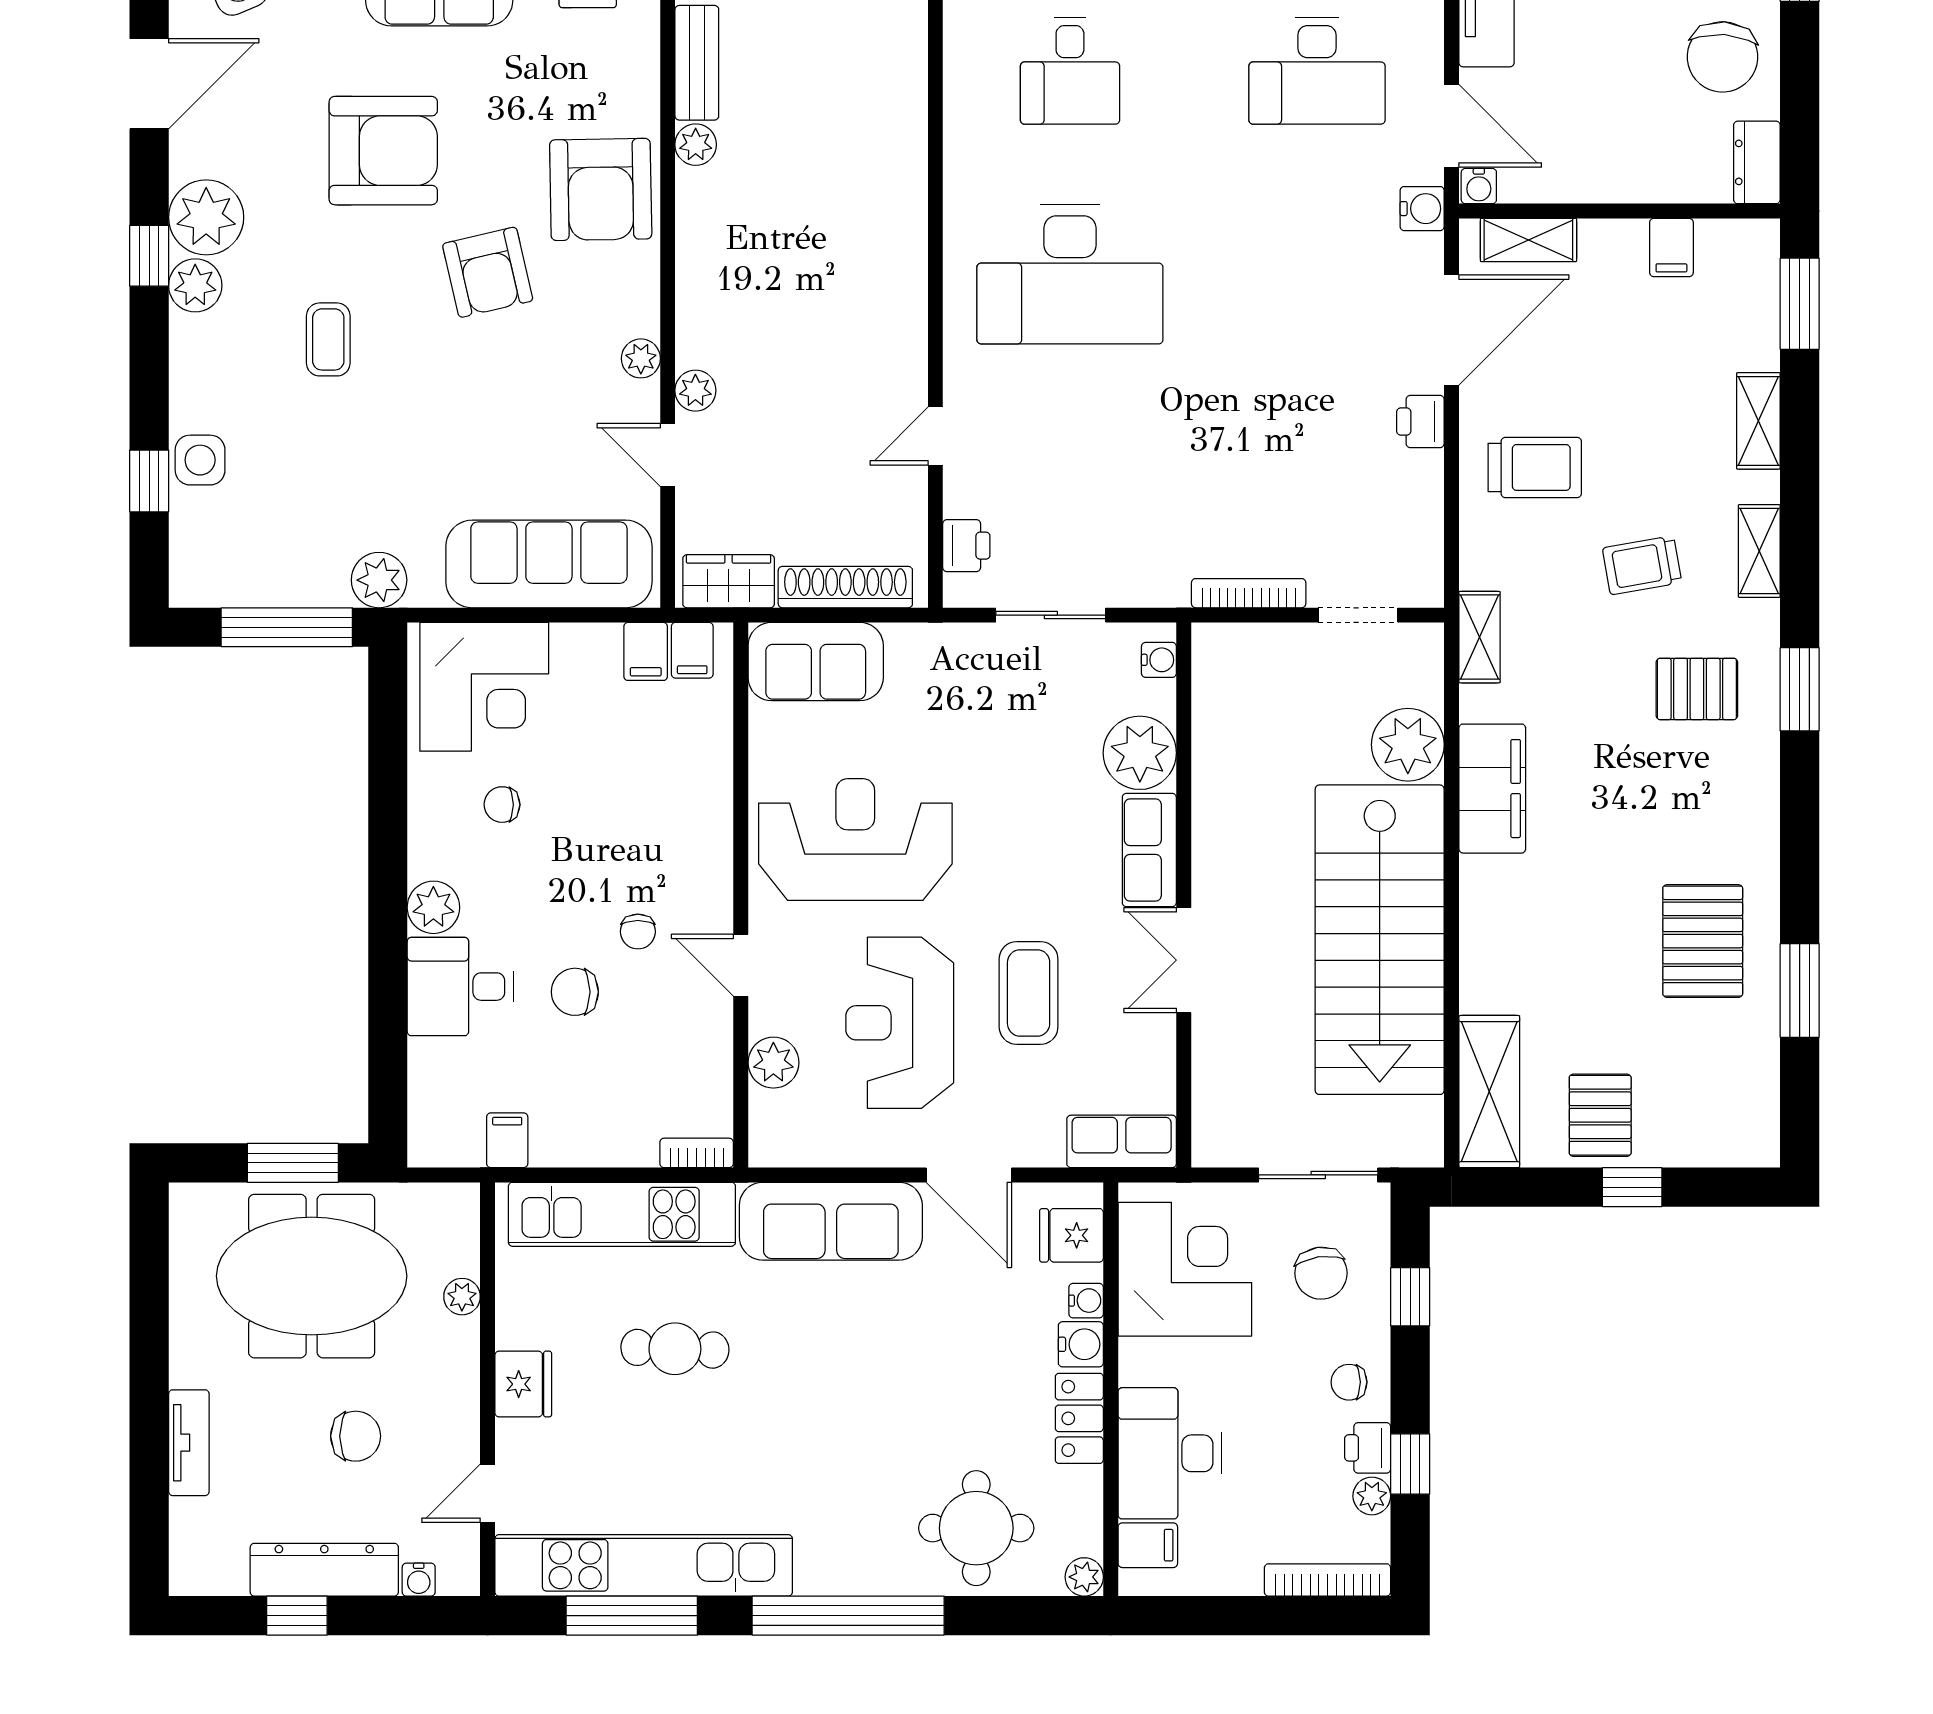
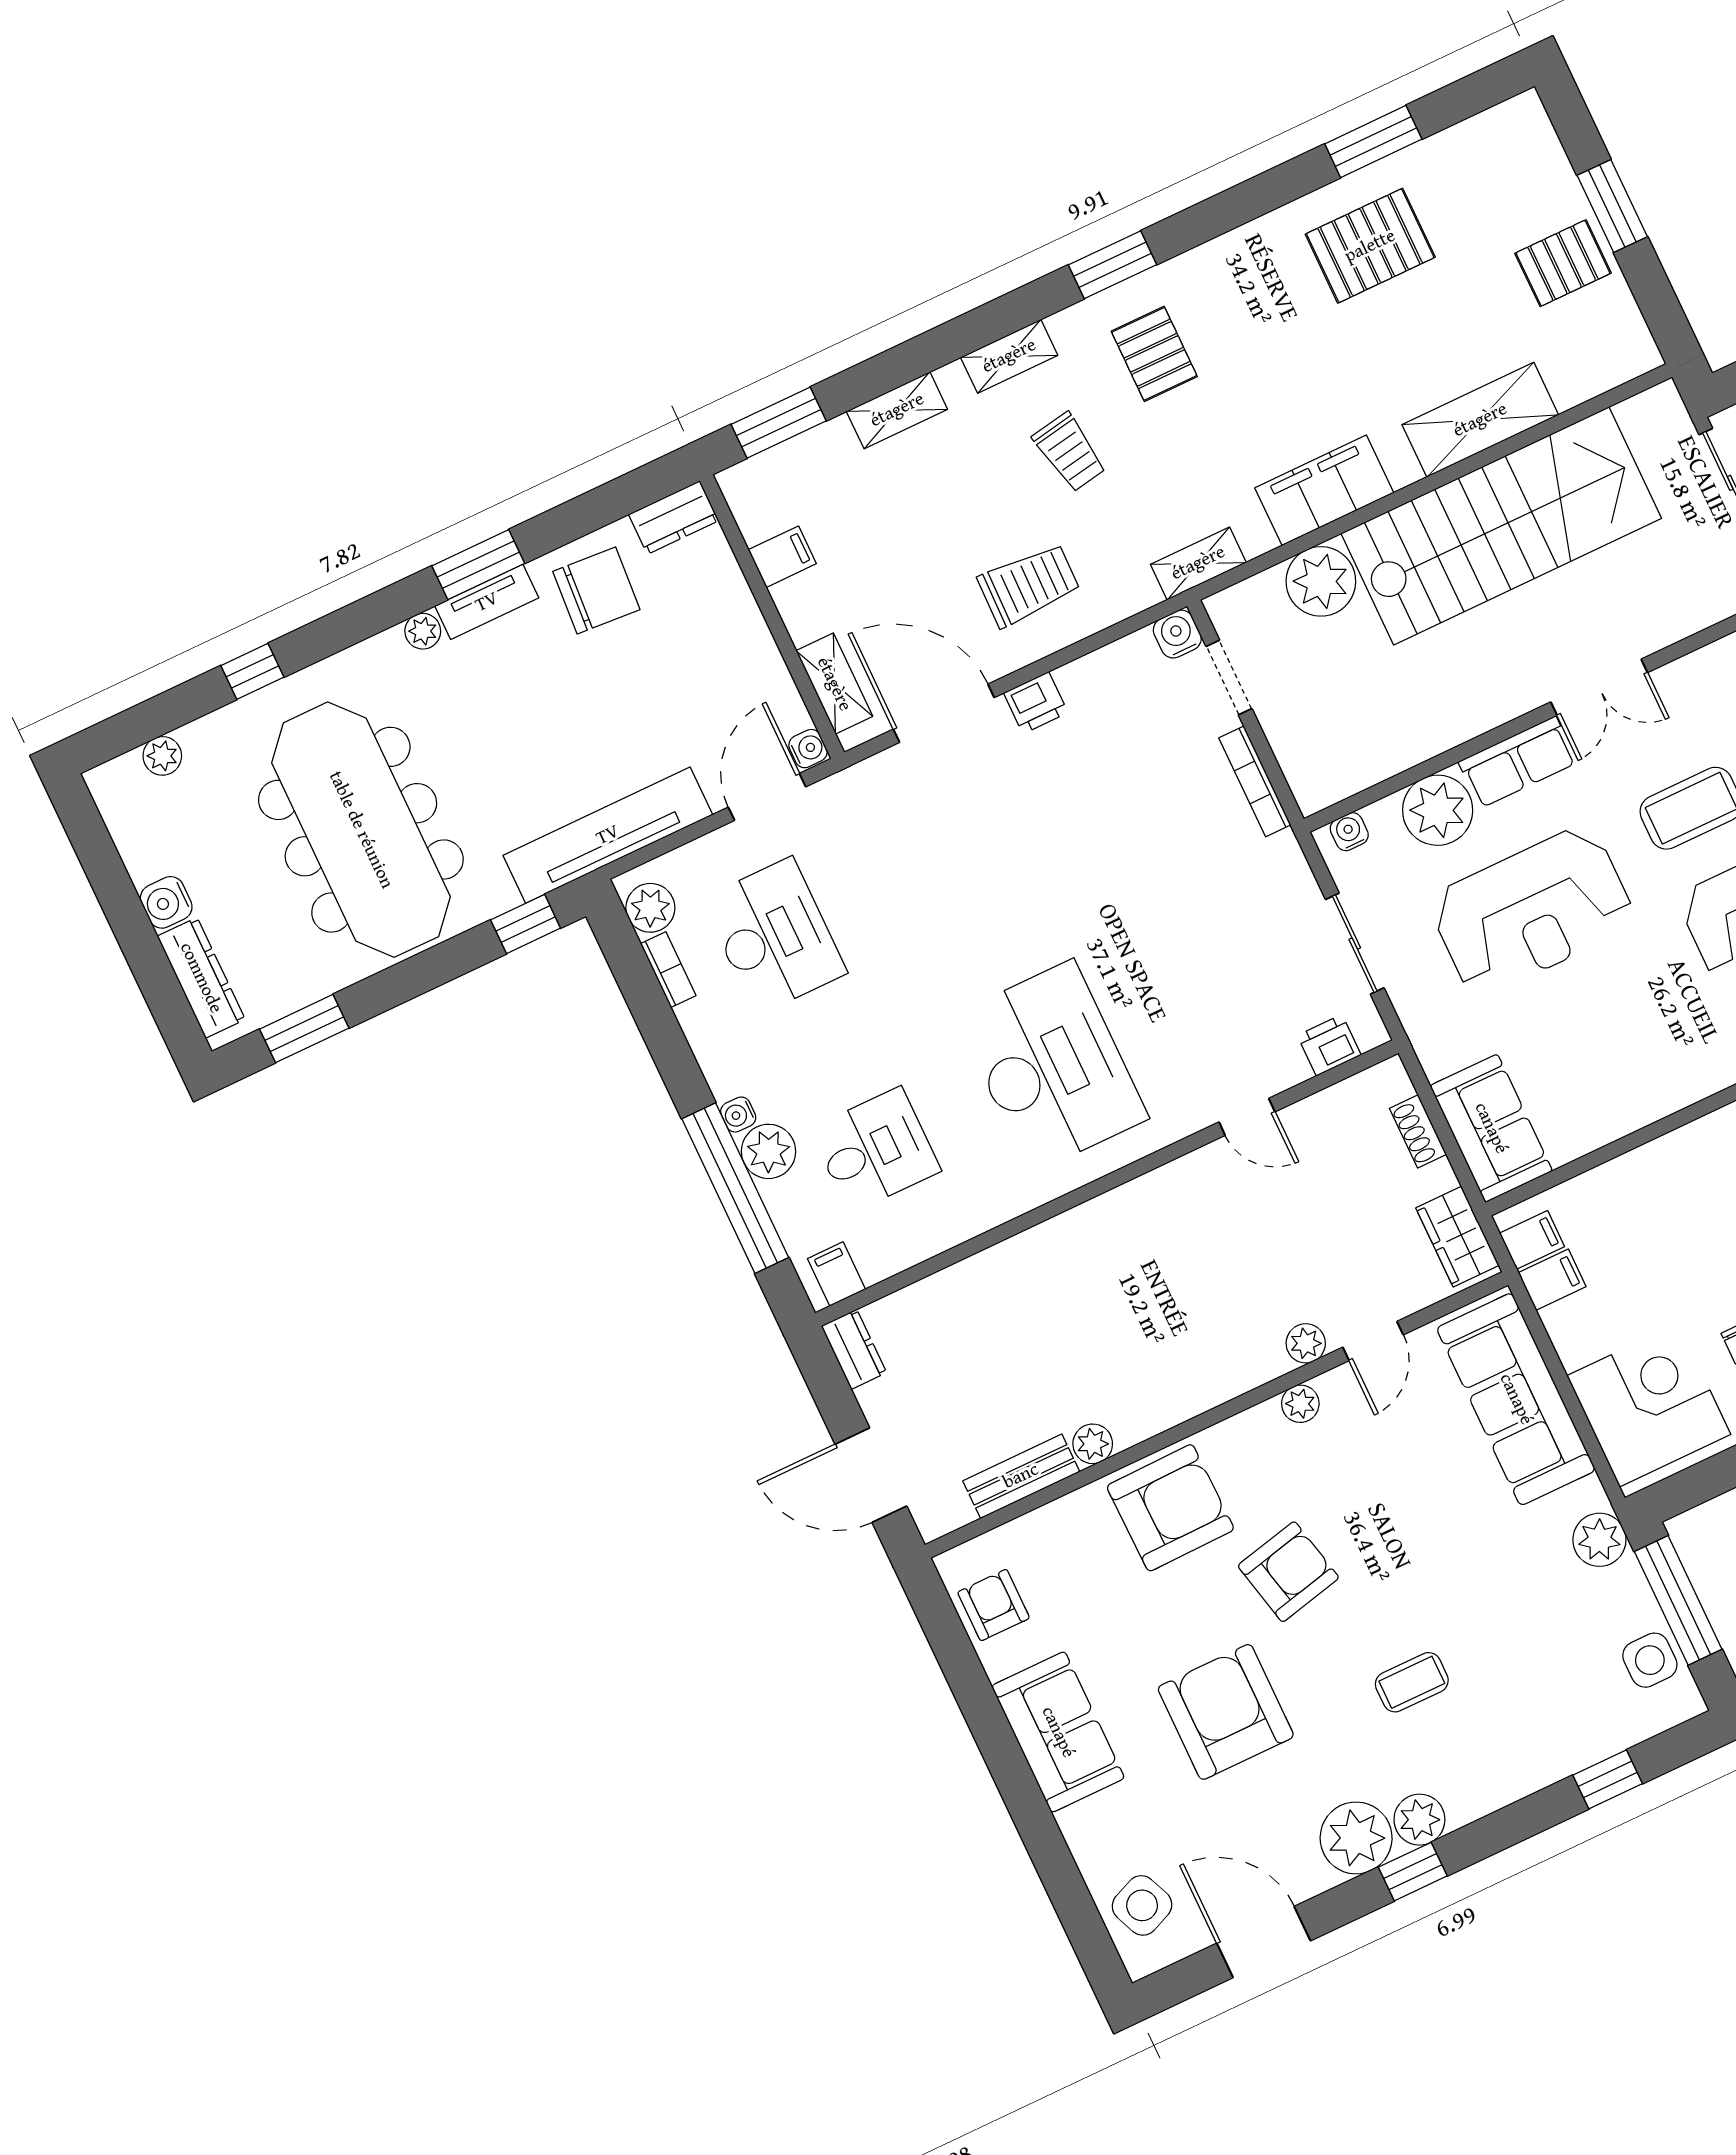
water cooler: (1422, 209) -> (1177, 634), moved
side table: (200, 460) -> (1650, 1660), moved
trolley: (1535, 467) -> (1029, 585), turned 91
shoe rack: (845, 587) -> (1418, 1131), width x0.51, depth x0.81
reception desk: (855, 840) -> (1532, 911), moved, turned -90
shelving: (1489, 1092) -> (1480, 420), moved
window: (1632, 1187) -> (1612, 206), width x1.50

